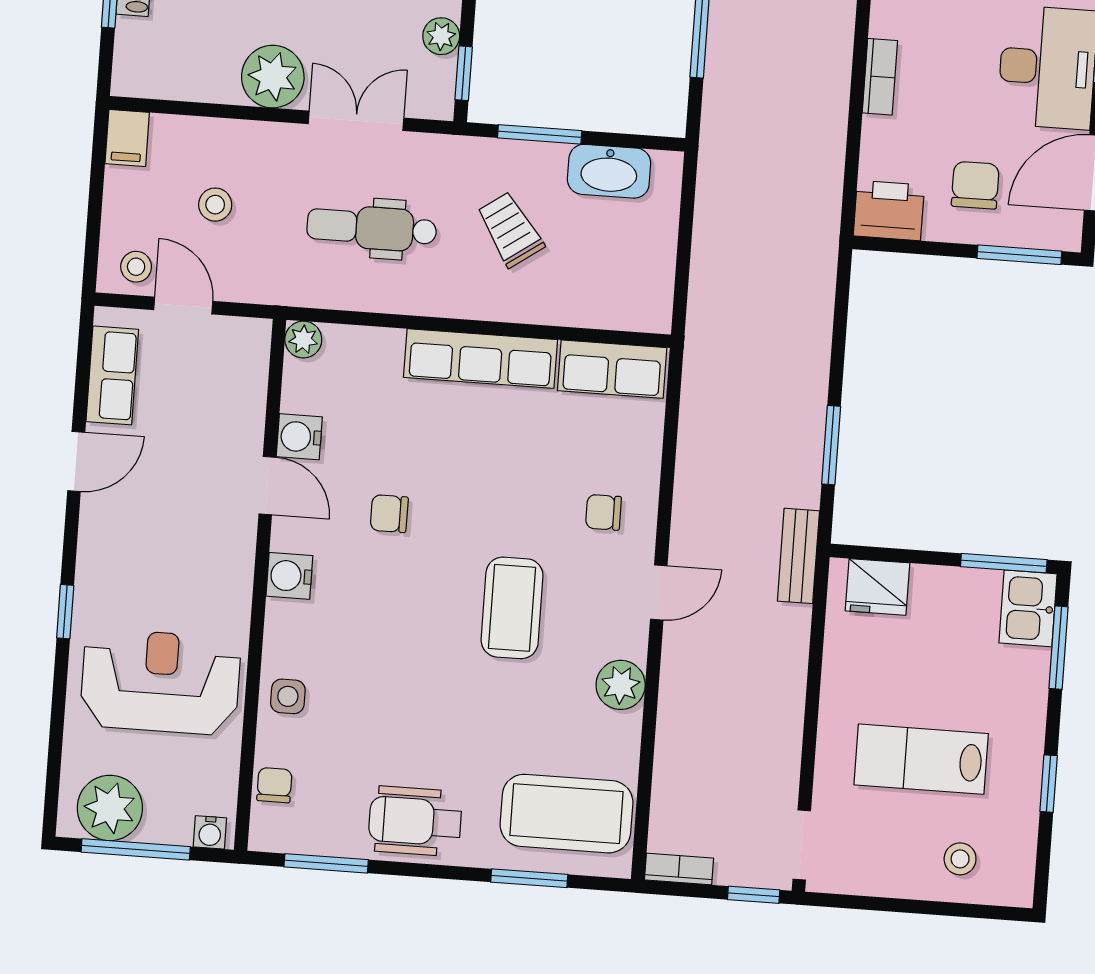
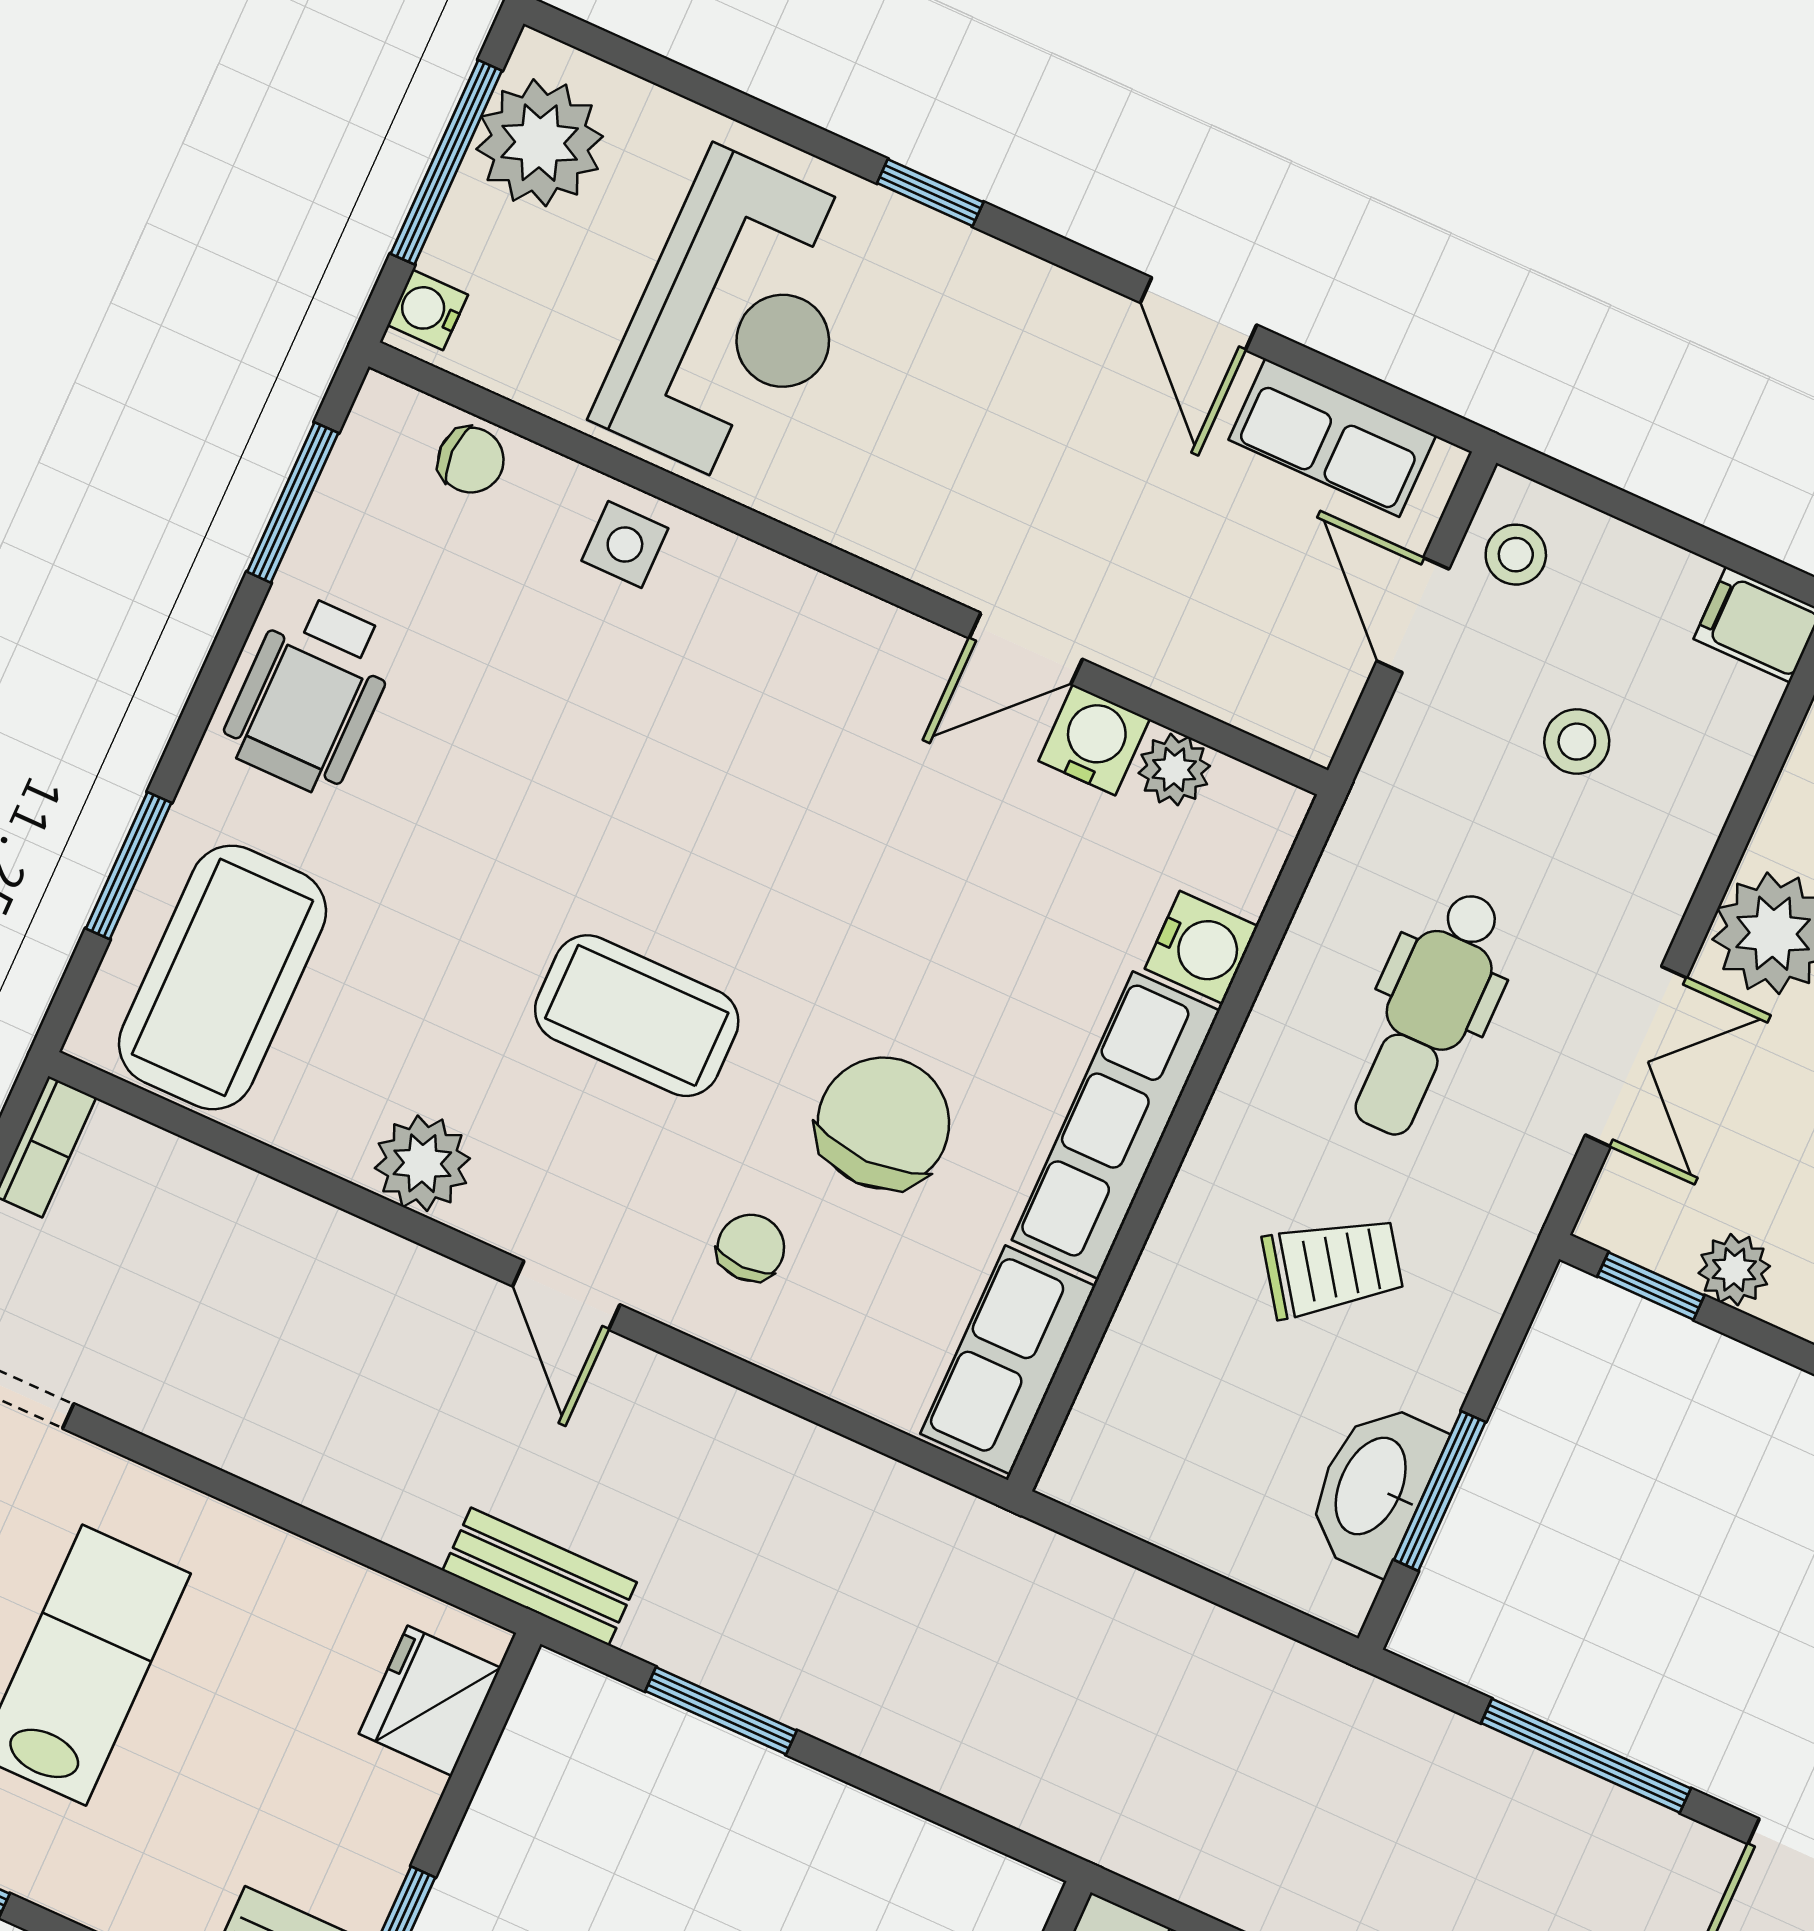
window: (540, 134) -> (1440, 1491), moved
dental chair: (372, 228) -> (1429, 1013), turned 180
door: (183, 305) -> (1413, 615), swing flipped
plant: (303, 340) -> (1174, 770), moved
chair: (389, 514) -> (883, 1123), moved, width x1.87, depth x1.87
water cooler: (289, 576) -> (1201, 947), moved, turned 90
wheelchair: (415, 821) -> (310, 694), turned 180

